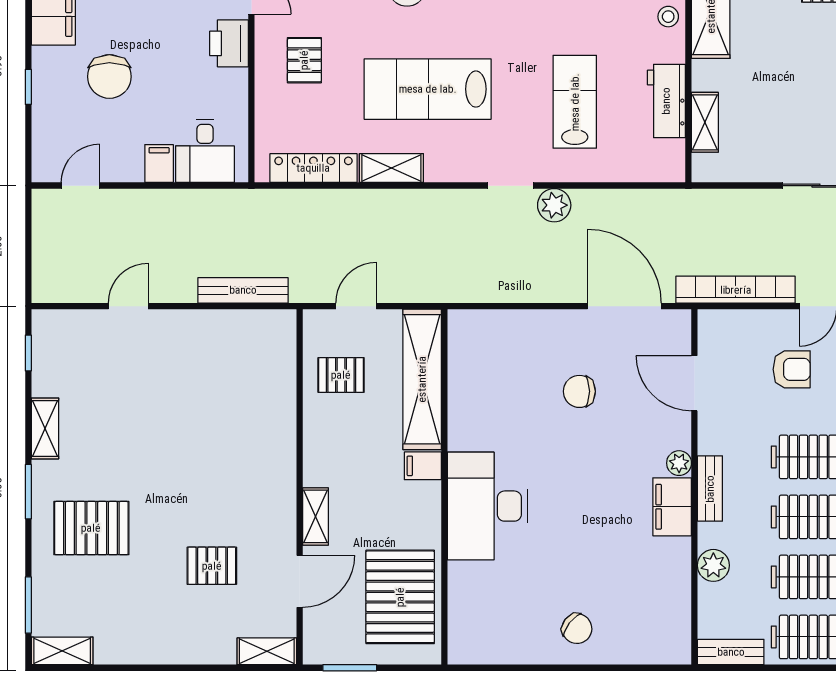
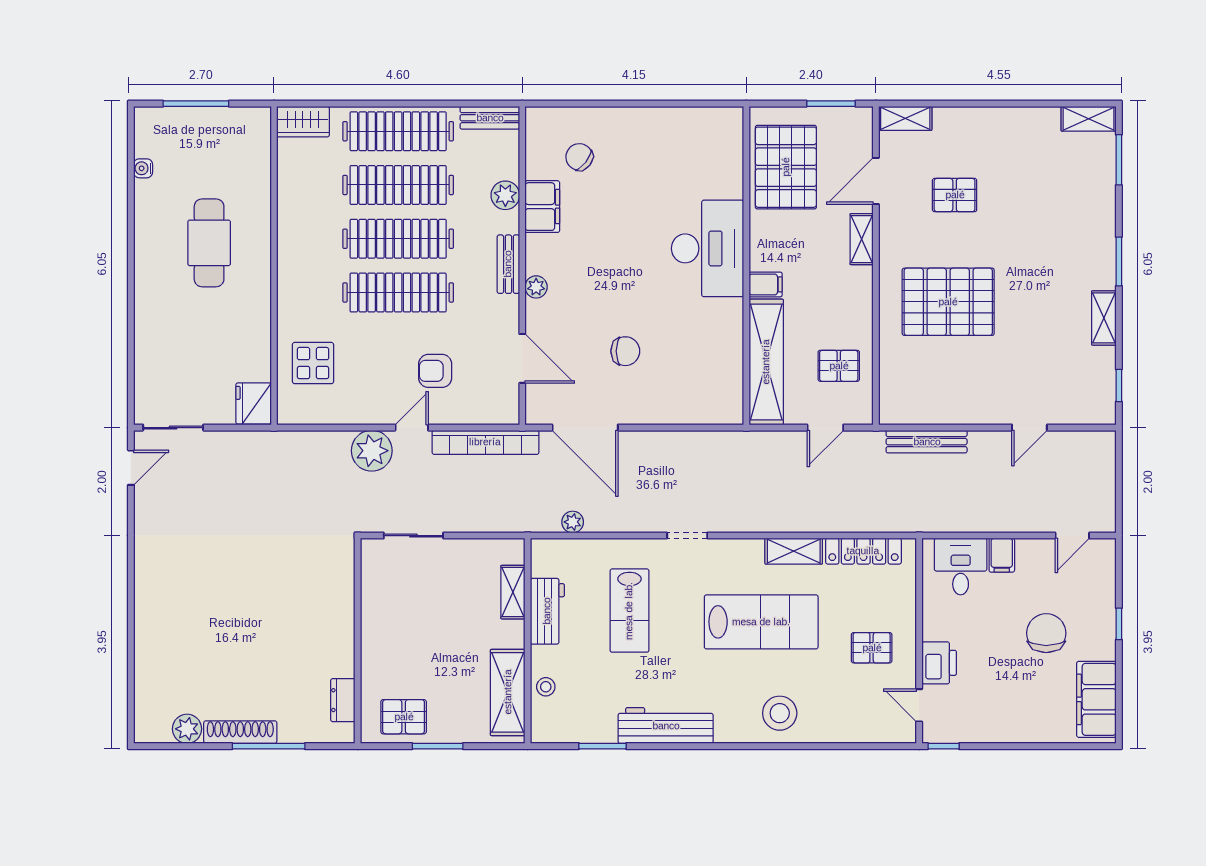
pallet: (304, 60) -> (872, 648), turned 90
plant: (554, 205) -> (573, 522), moved, width x0.73, depth x0.73
filing cabinet: (672, 507) -> (542, 207), moved
pallet: (91, 528) -> (948, 302), moved, width x1.37, depth x1.41
chair: (577, 629) -> (579, 157), moved

